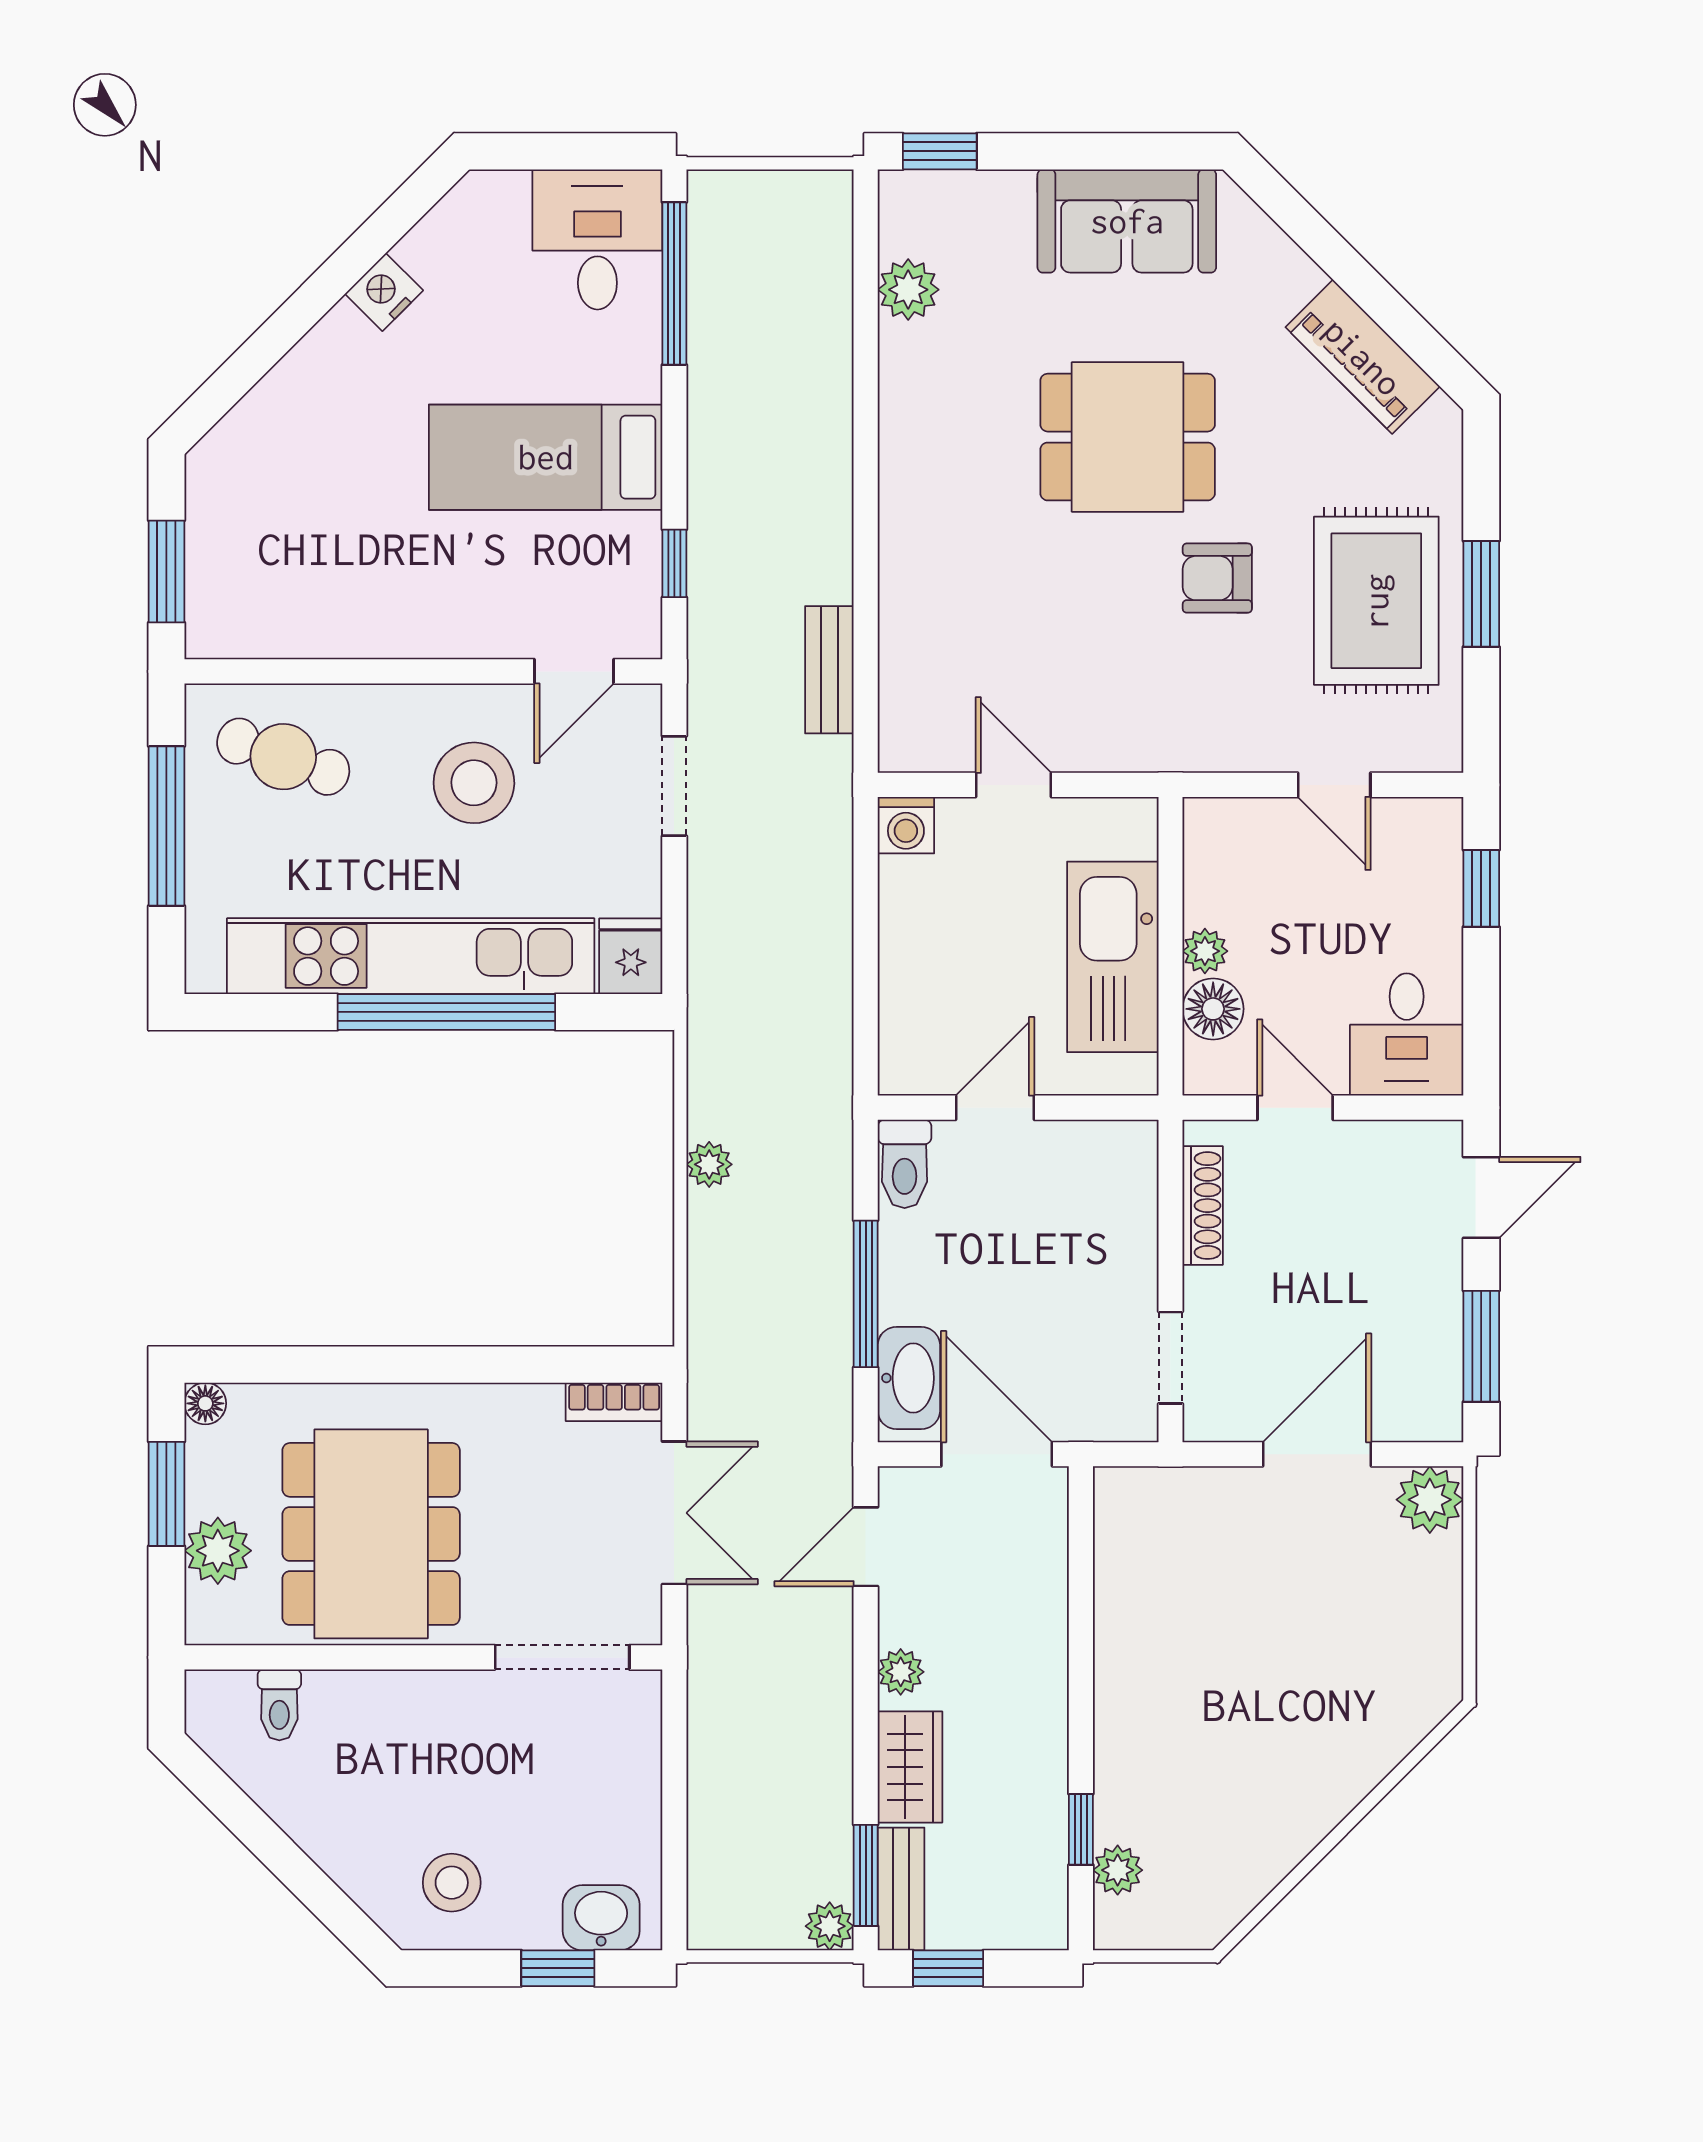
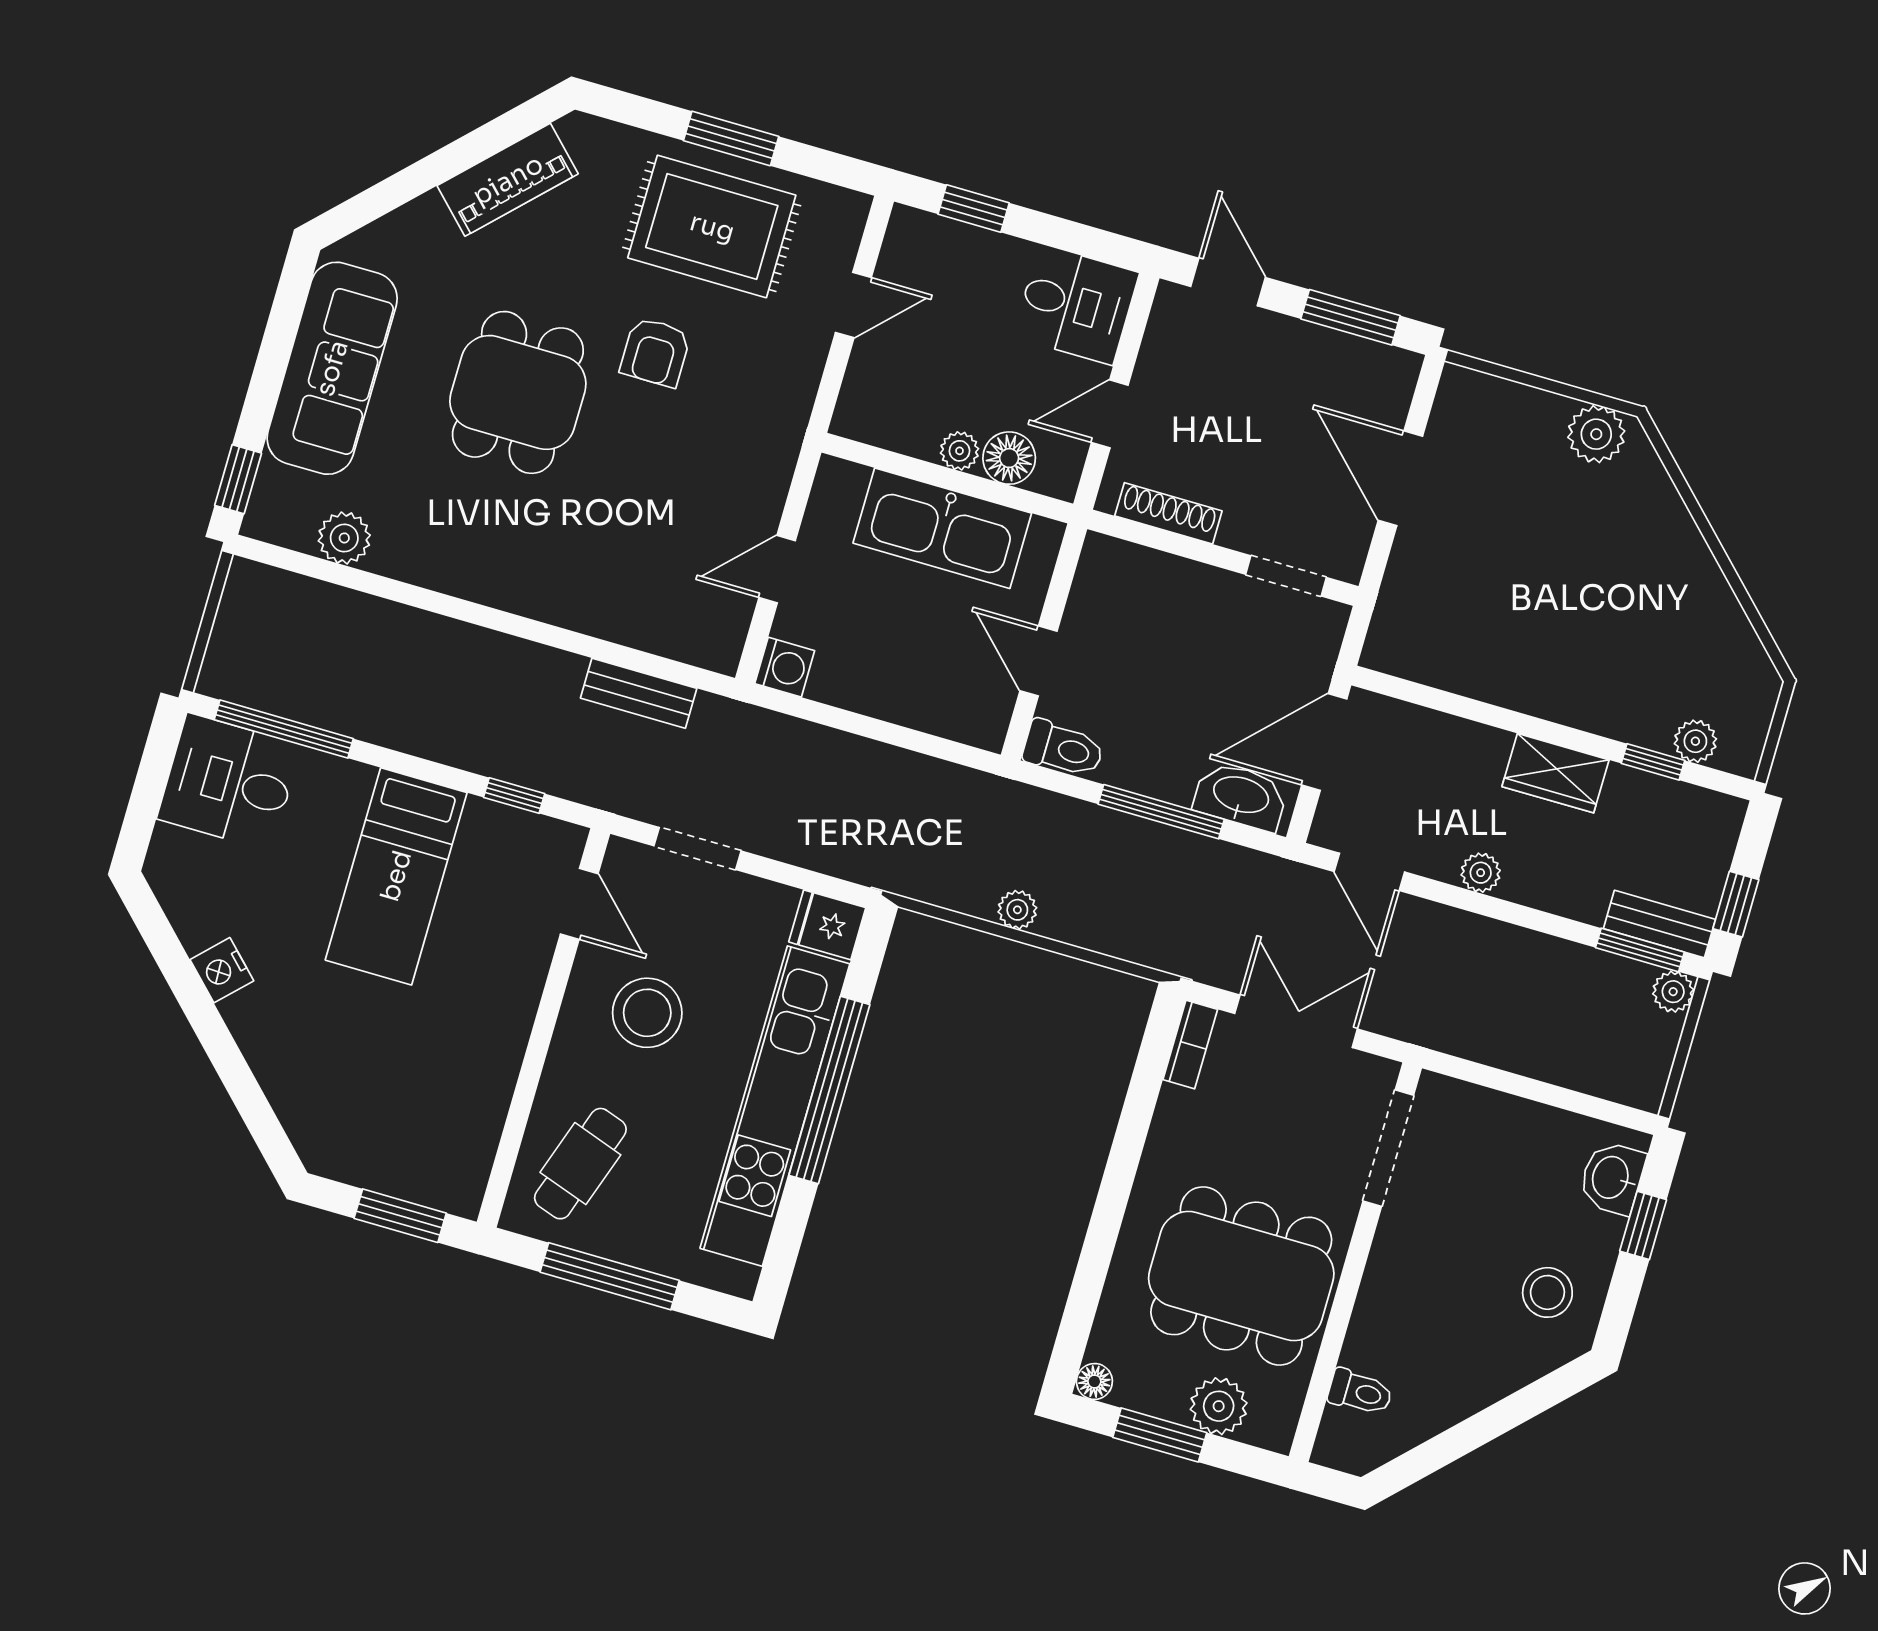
sofa: (1127, 221) -> (332, 368), width x1.36
plant: (1430, 1500) -> (1596, 434), moved
wardrobe: (910, 1767) -> (1556, 773), moved, turned 180

